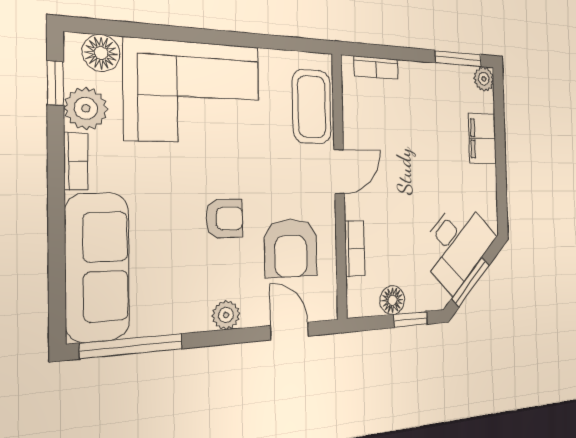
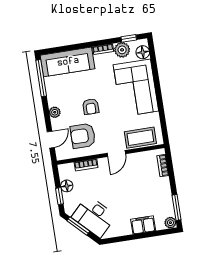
door: (339, 172) -> (116, 154), hinge flipped

